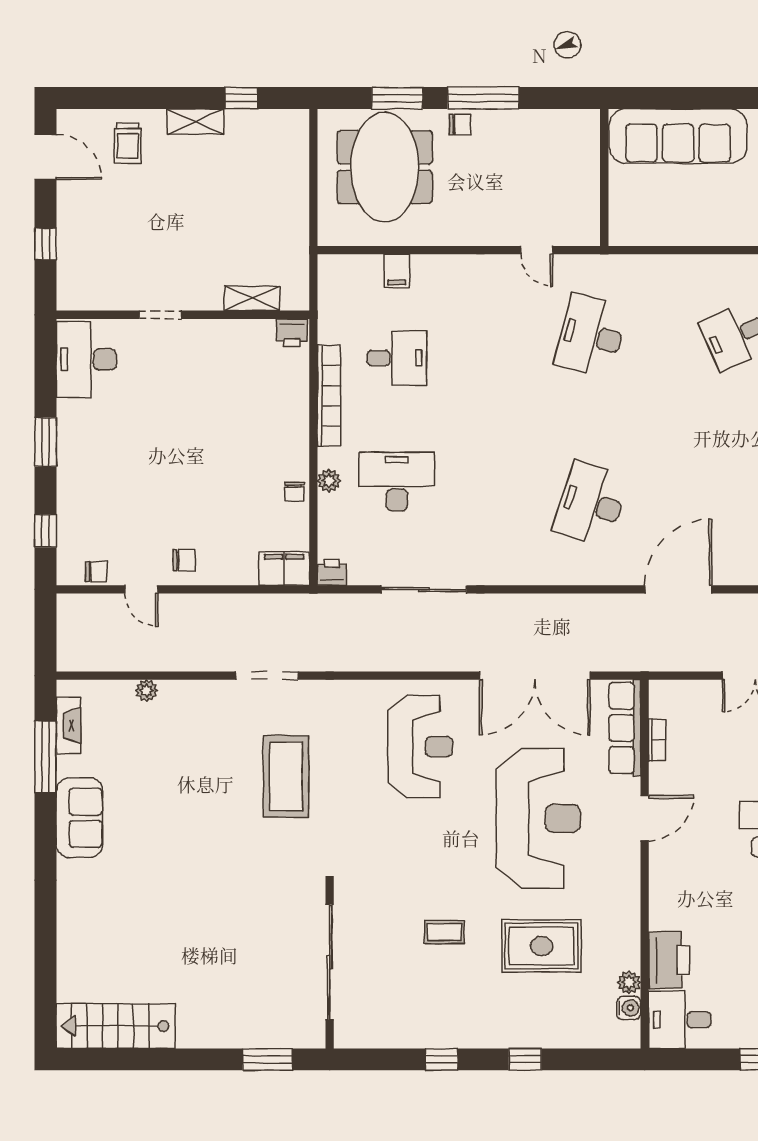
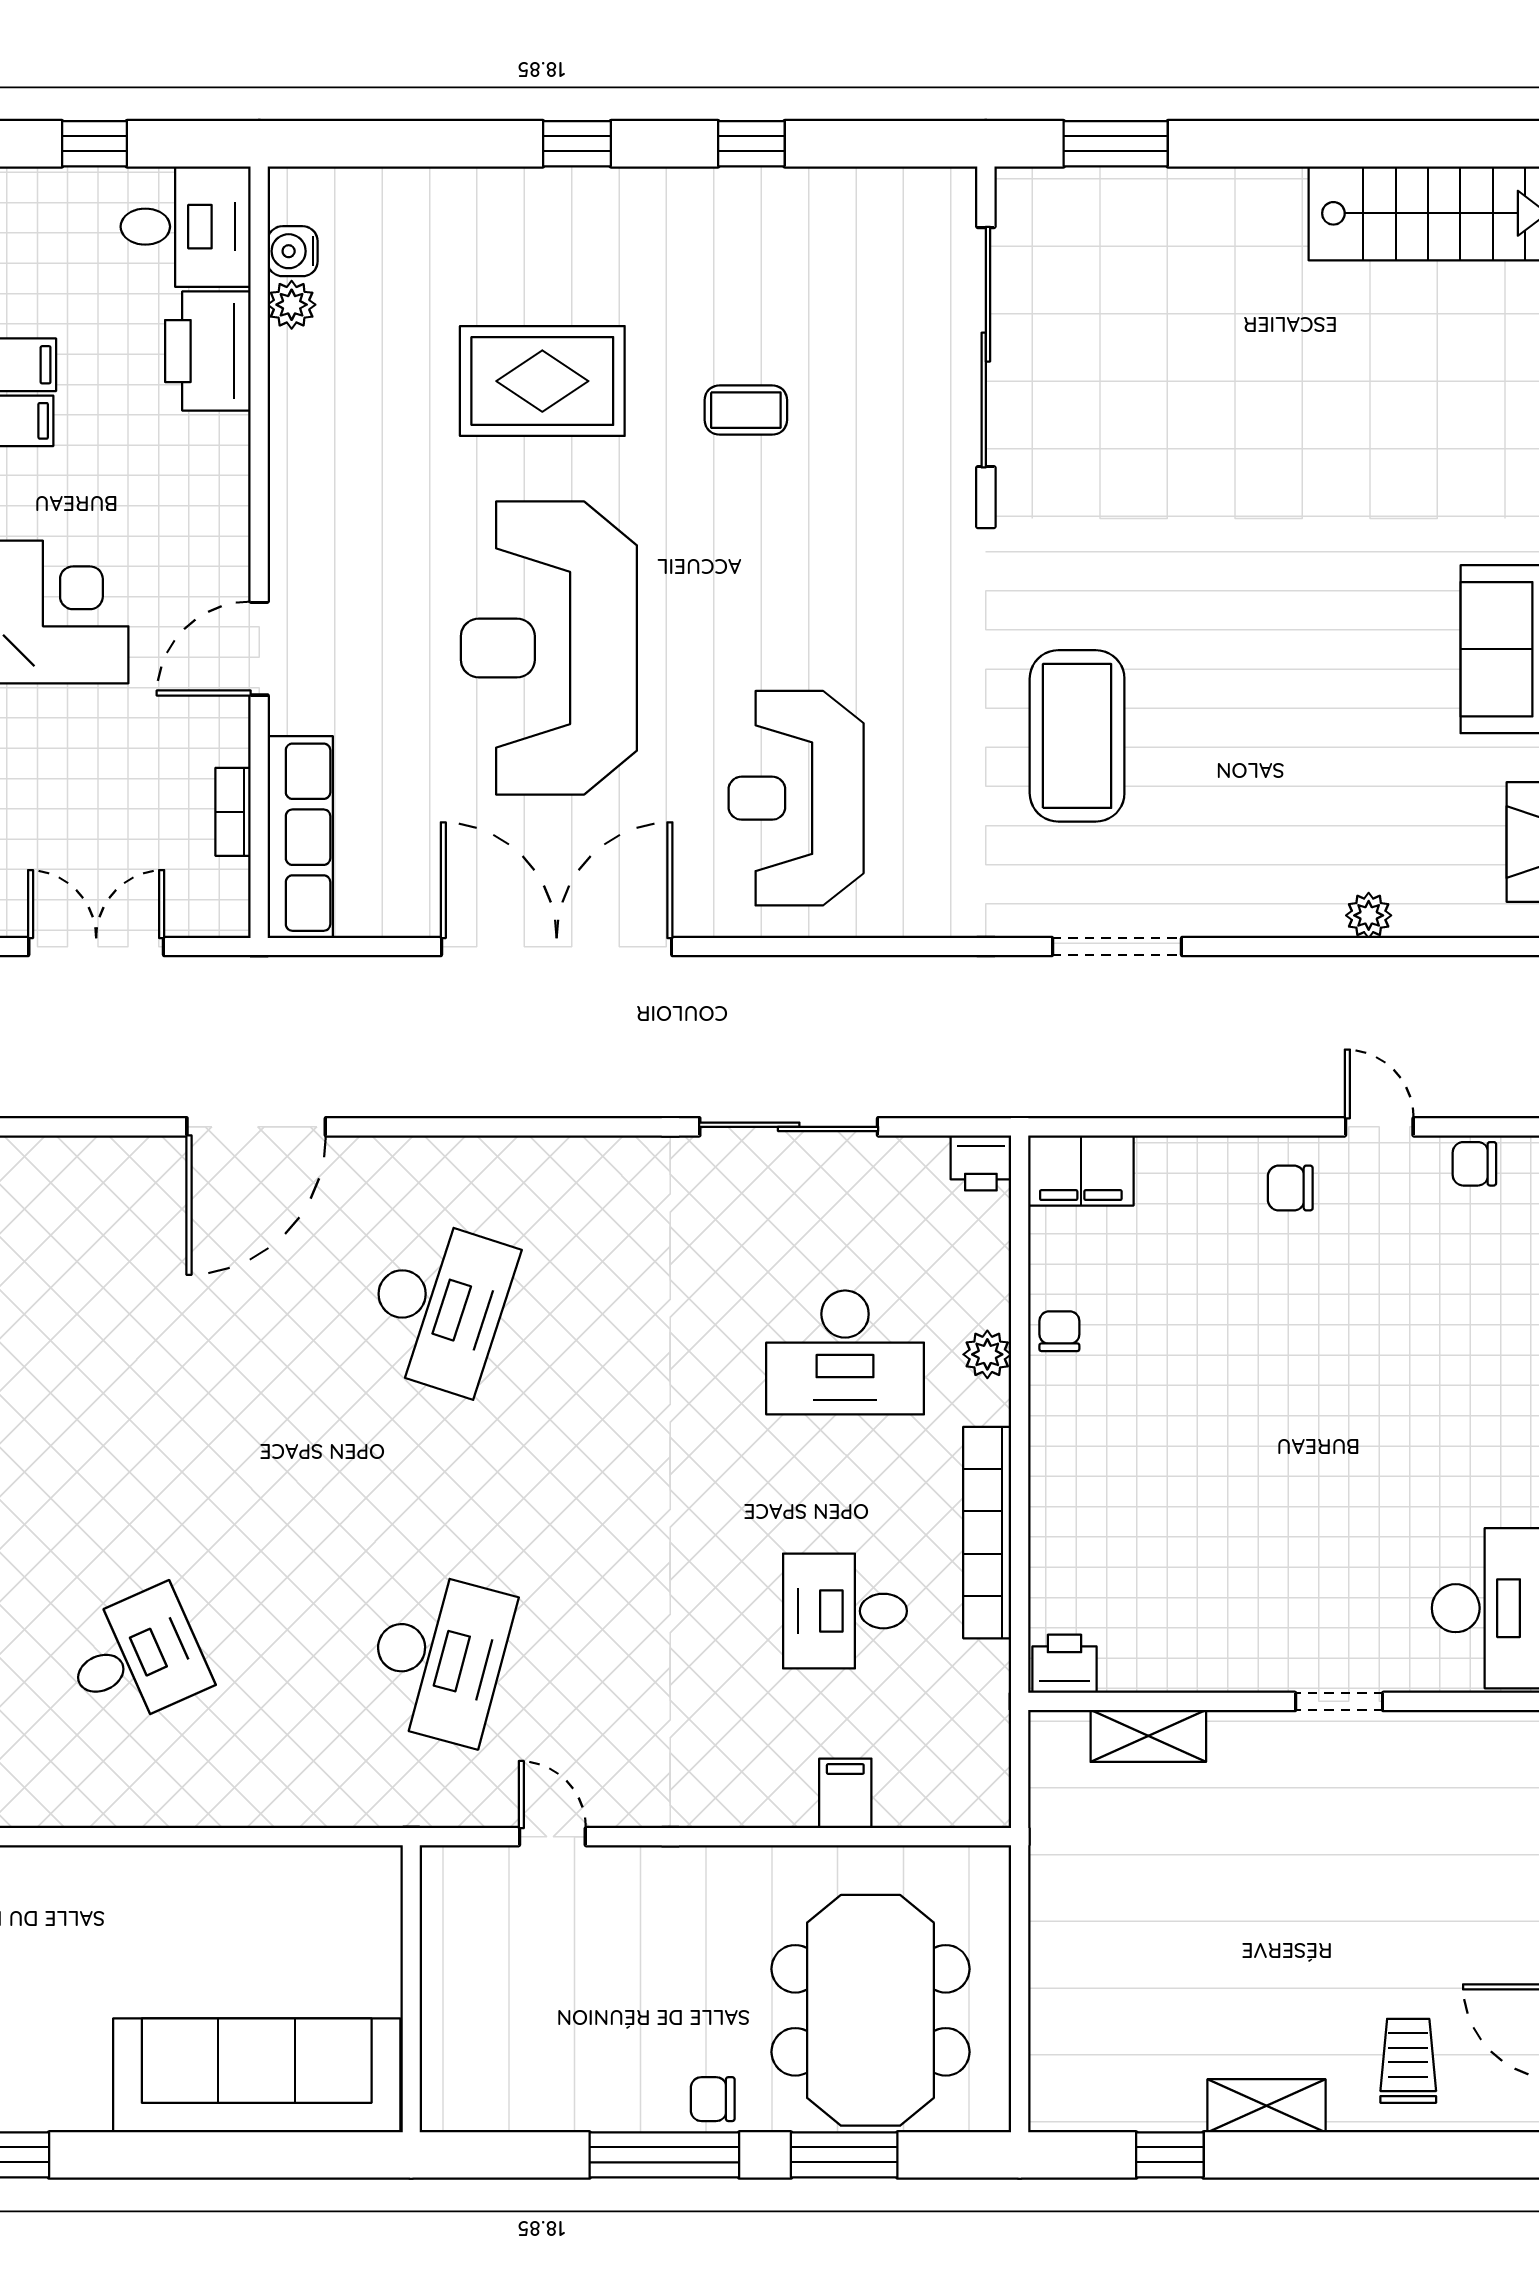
row of seats: (625, 728) -> (300, 837), moved
bookcase: (657, 740) -> (233, 812), moved
door: (645, 818) -> (259, 649), moved
wall: (645, 864) -> (259, 552), moved
printer: (669, 960) -> (208, 351), moved
plant: (629, 982) -> (292, 305), moved
water cooler: (629, 1008) -> (293, 251), moved
desk: (680, 1020) -> (186, 227), moved

